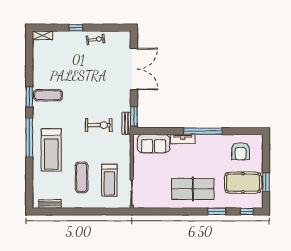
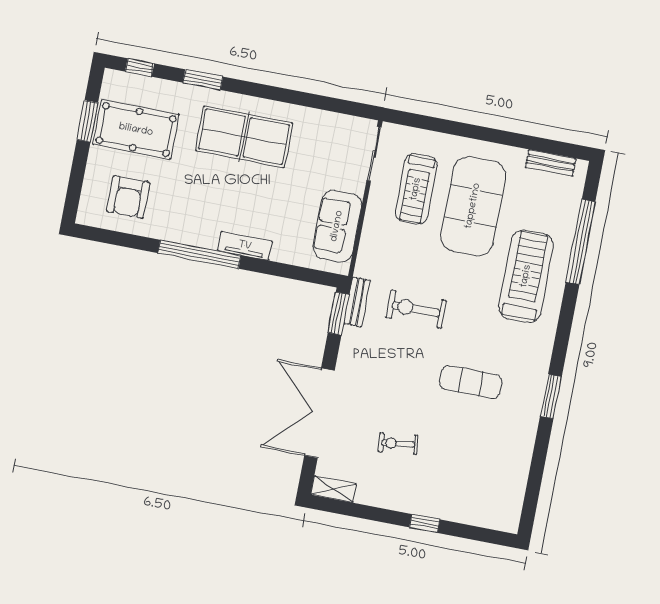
shelving: (42, 35) -> (333, 489), moved
exercise bike: (96, 39) -> (398, 444), moved
exercise mat: (48, 95) -> (471, 382), moved
window: (29, 137) -> (581, 242), moved
sofa: (154, 144) -> (337, 226), moved, turned -90
armchair: (241, 151) -> (128, 197), turned 180
exercise mat: (82, 177) -> (473, 206), width x2.00, depth x1.45
treadmill: (109, 180) -> (416, 189), turned 180

